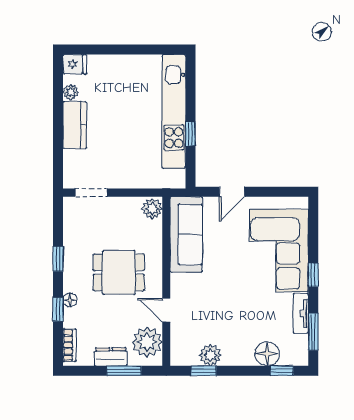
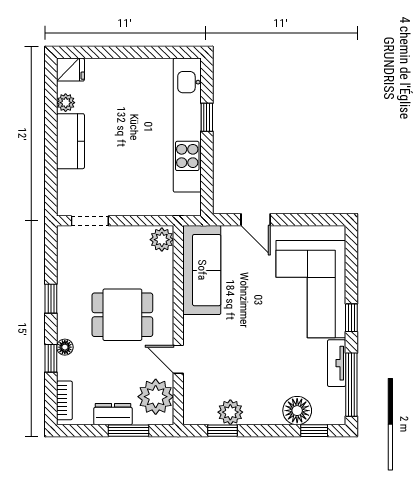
window: (190, 134) -> (207, 117), moved
door: (232, 192) -> (256, 220), hinge flipped
window: (313, 332) -> (351, 385), width x1.44

